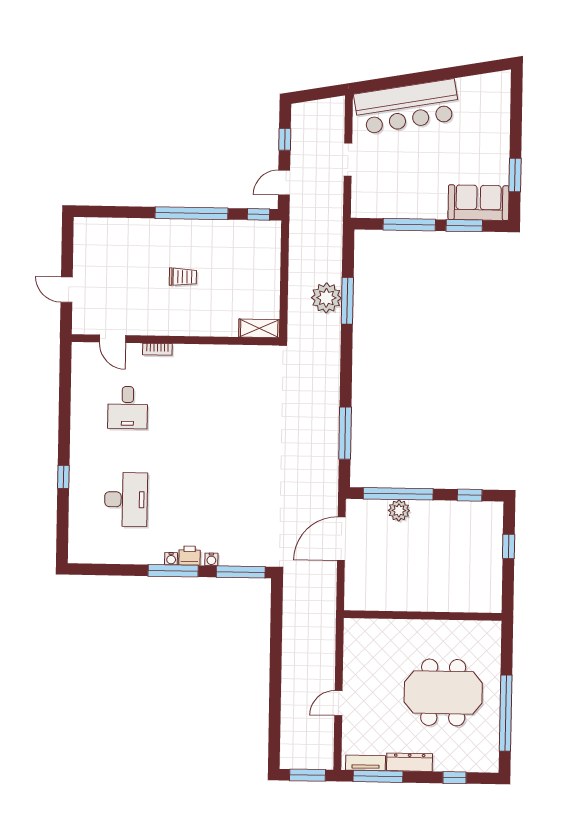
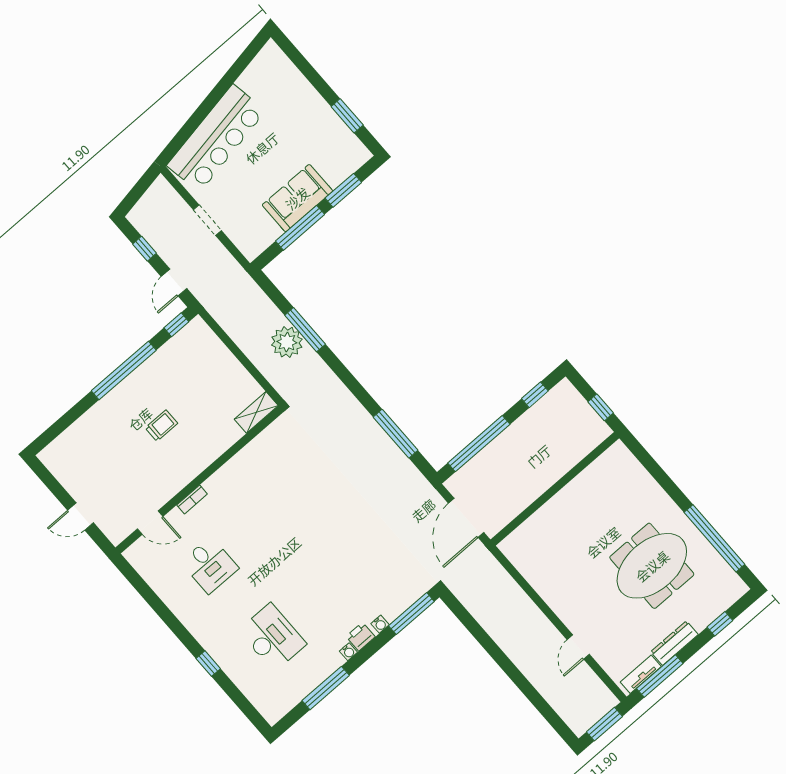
sofa: (479, 203) -> (297, 198), moved
plant: (399, 510) -> (491, 456), removed
window: (173, 571) -> (326, 688), moved
wall: (423, 616) -> (555, 489), moved

